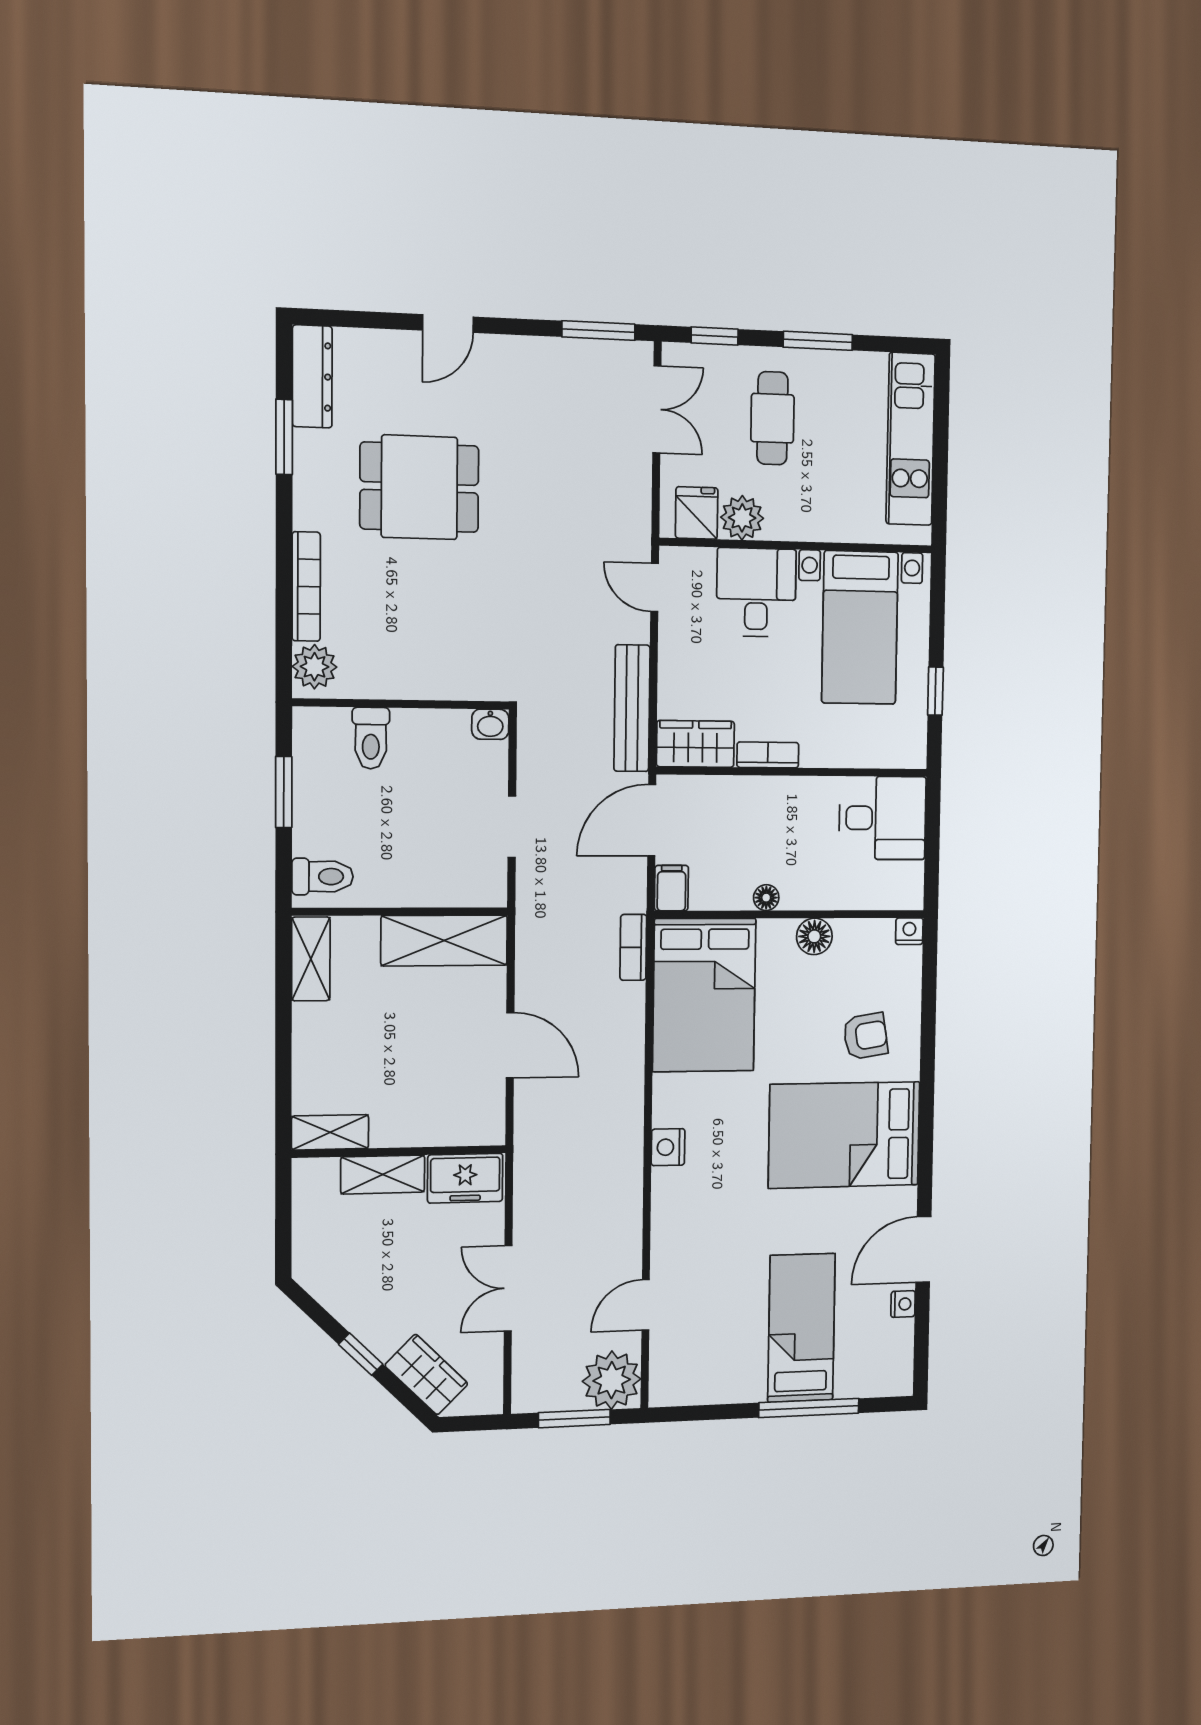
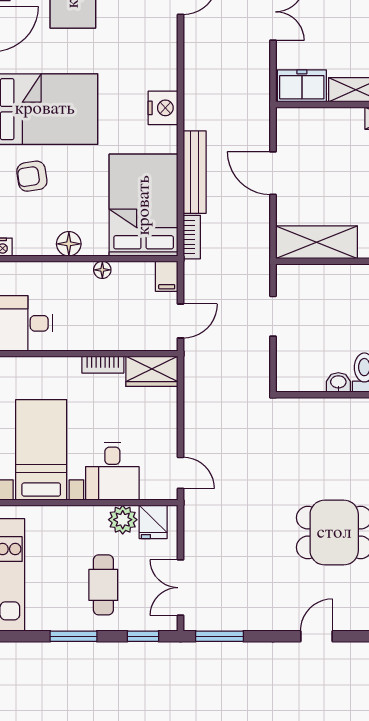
bench: (632, 708) -> (195, 172), moved
washbasin: (490, 724) -> (338, 382), moved
door: (652, 820) -> (181, 321), width x0.73
nightstand: (668, 1147) -> (163, 108), width x1.36, depth x1.33

